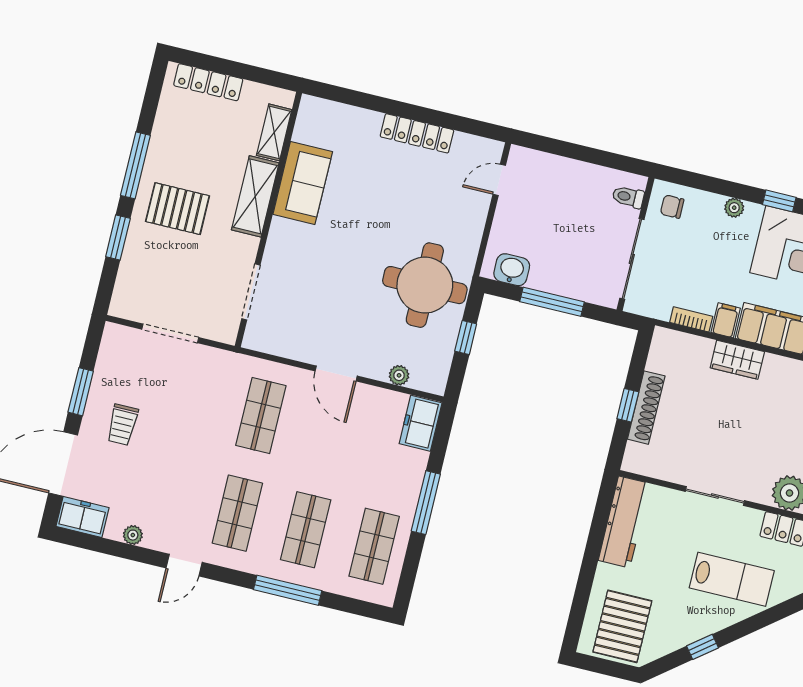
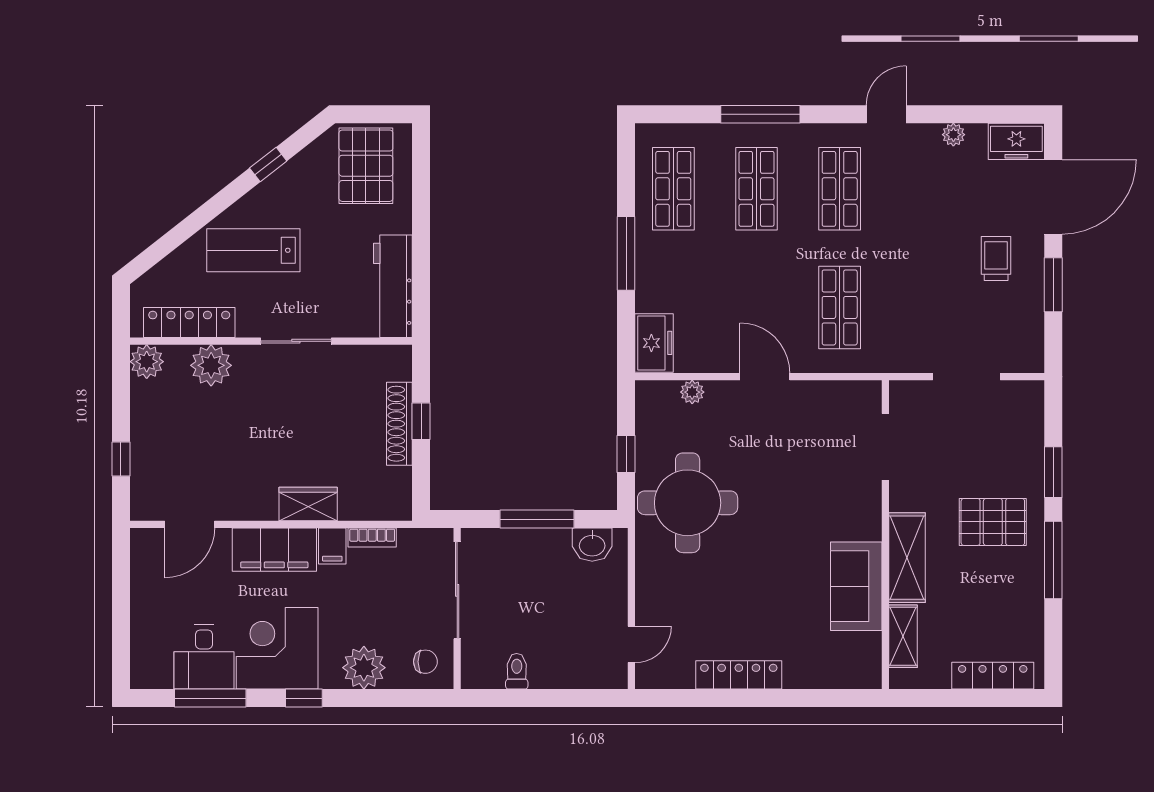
toilet: (628, 197) -> (517, 671), moved, turned -90
plant: (734, 208) -> (364, 668), width x1.88, depth x1.88

